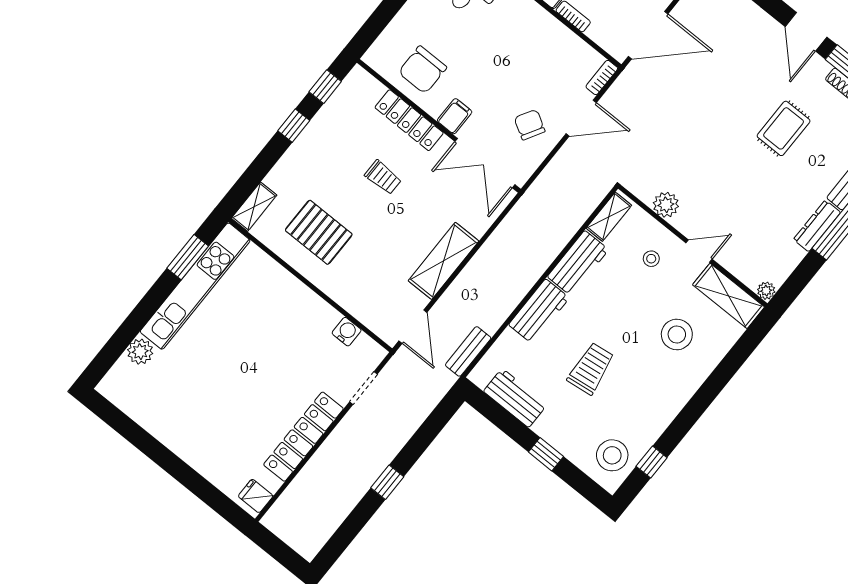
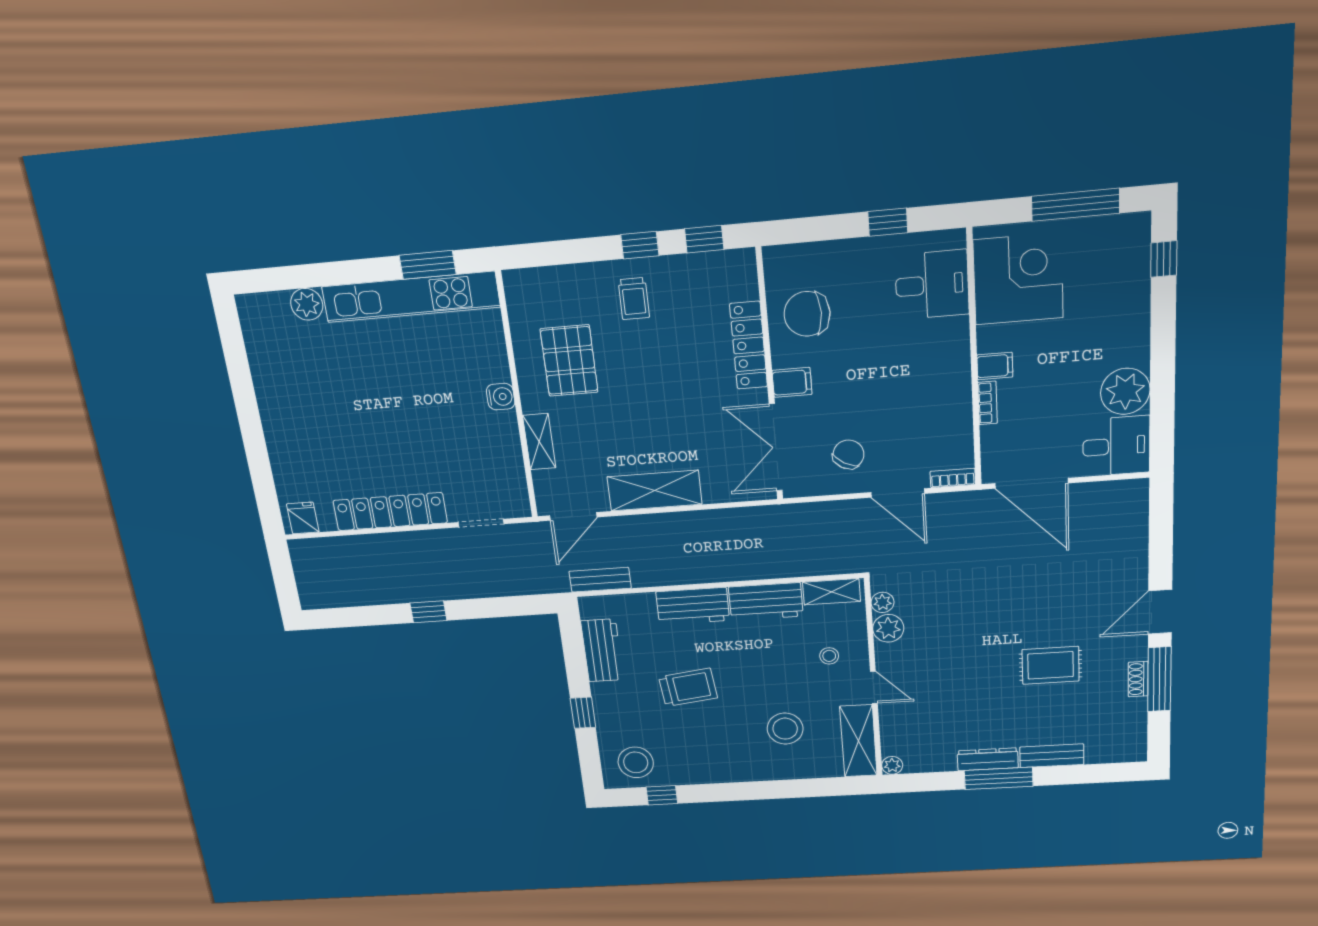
trolley: (383, 177) -> (634, 299), moved
plant: (645, 192) -> (882, 602), added
shelving: (254, 207) -> (539, 442), moved, turned 90
water cooler: (347, 332) -> (501, 397), moved

